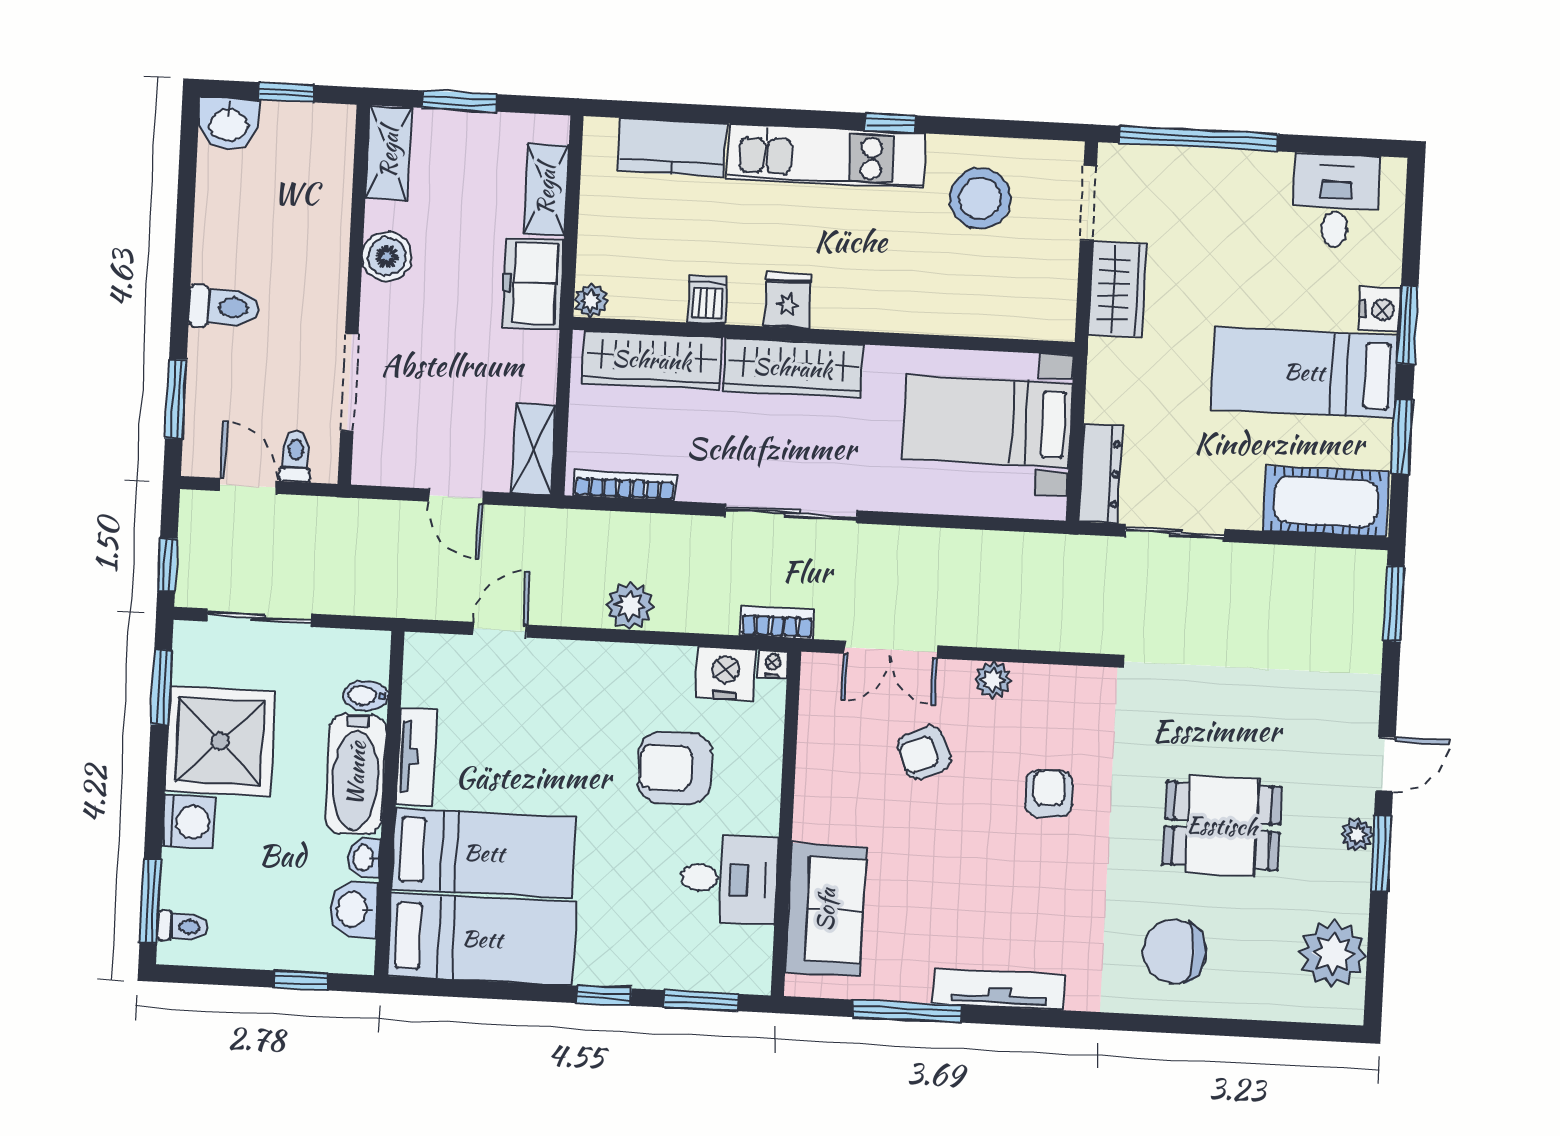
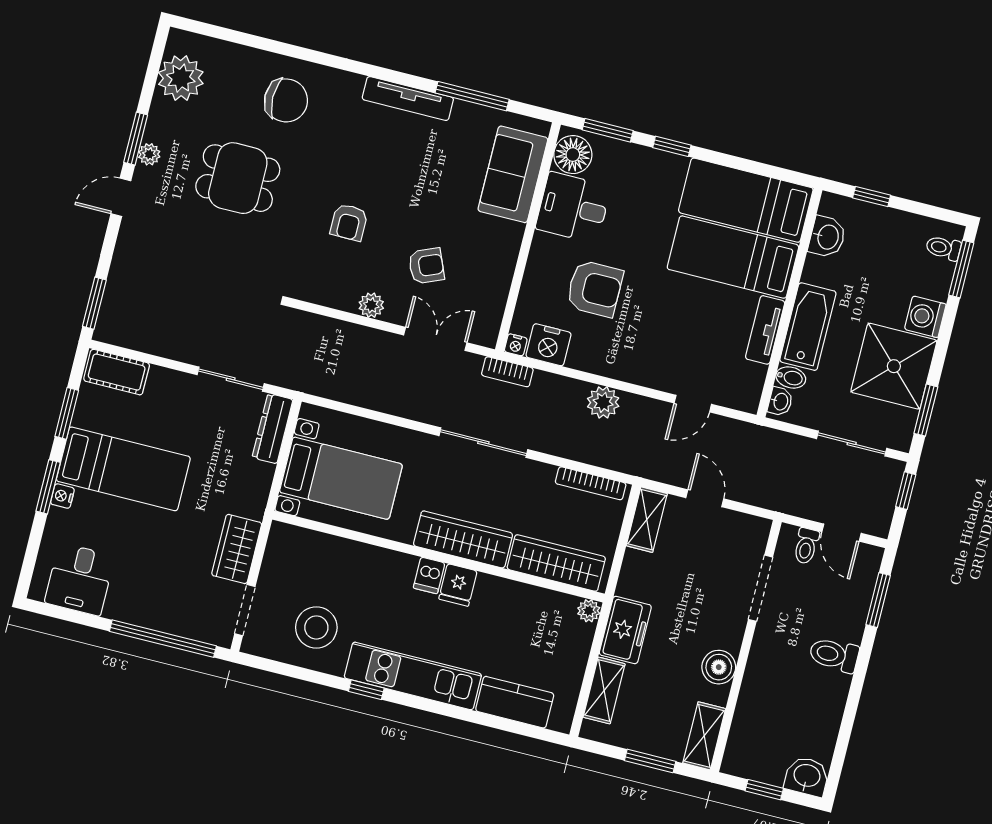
dishwasher: (707, 300) -> (429, 575), moved
nightstand: (1380, 309) -> (62, 496), width x0.72, depth x0.74
cot: (1326, 501) -> (117, 372), width x0.73, depth x0.75
washbasin: (364, 858) -> (780, 401), moved
floor lamp: (745, 955) -> (573, 155), added

